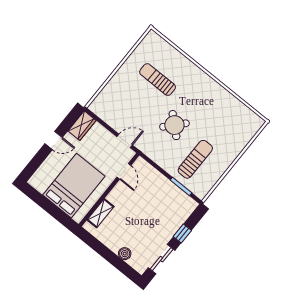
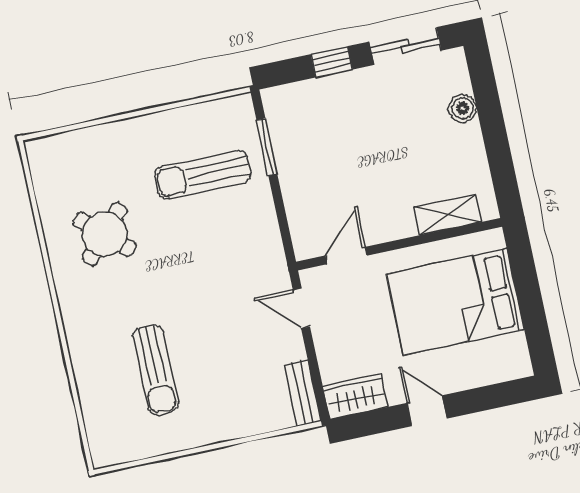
bench: (101, 112) -> (303, 393), added
round table: (174, 125) -> (105, 234), moved

